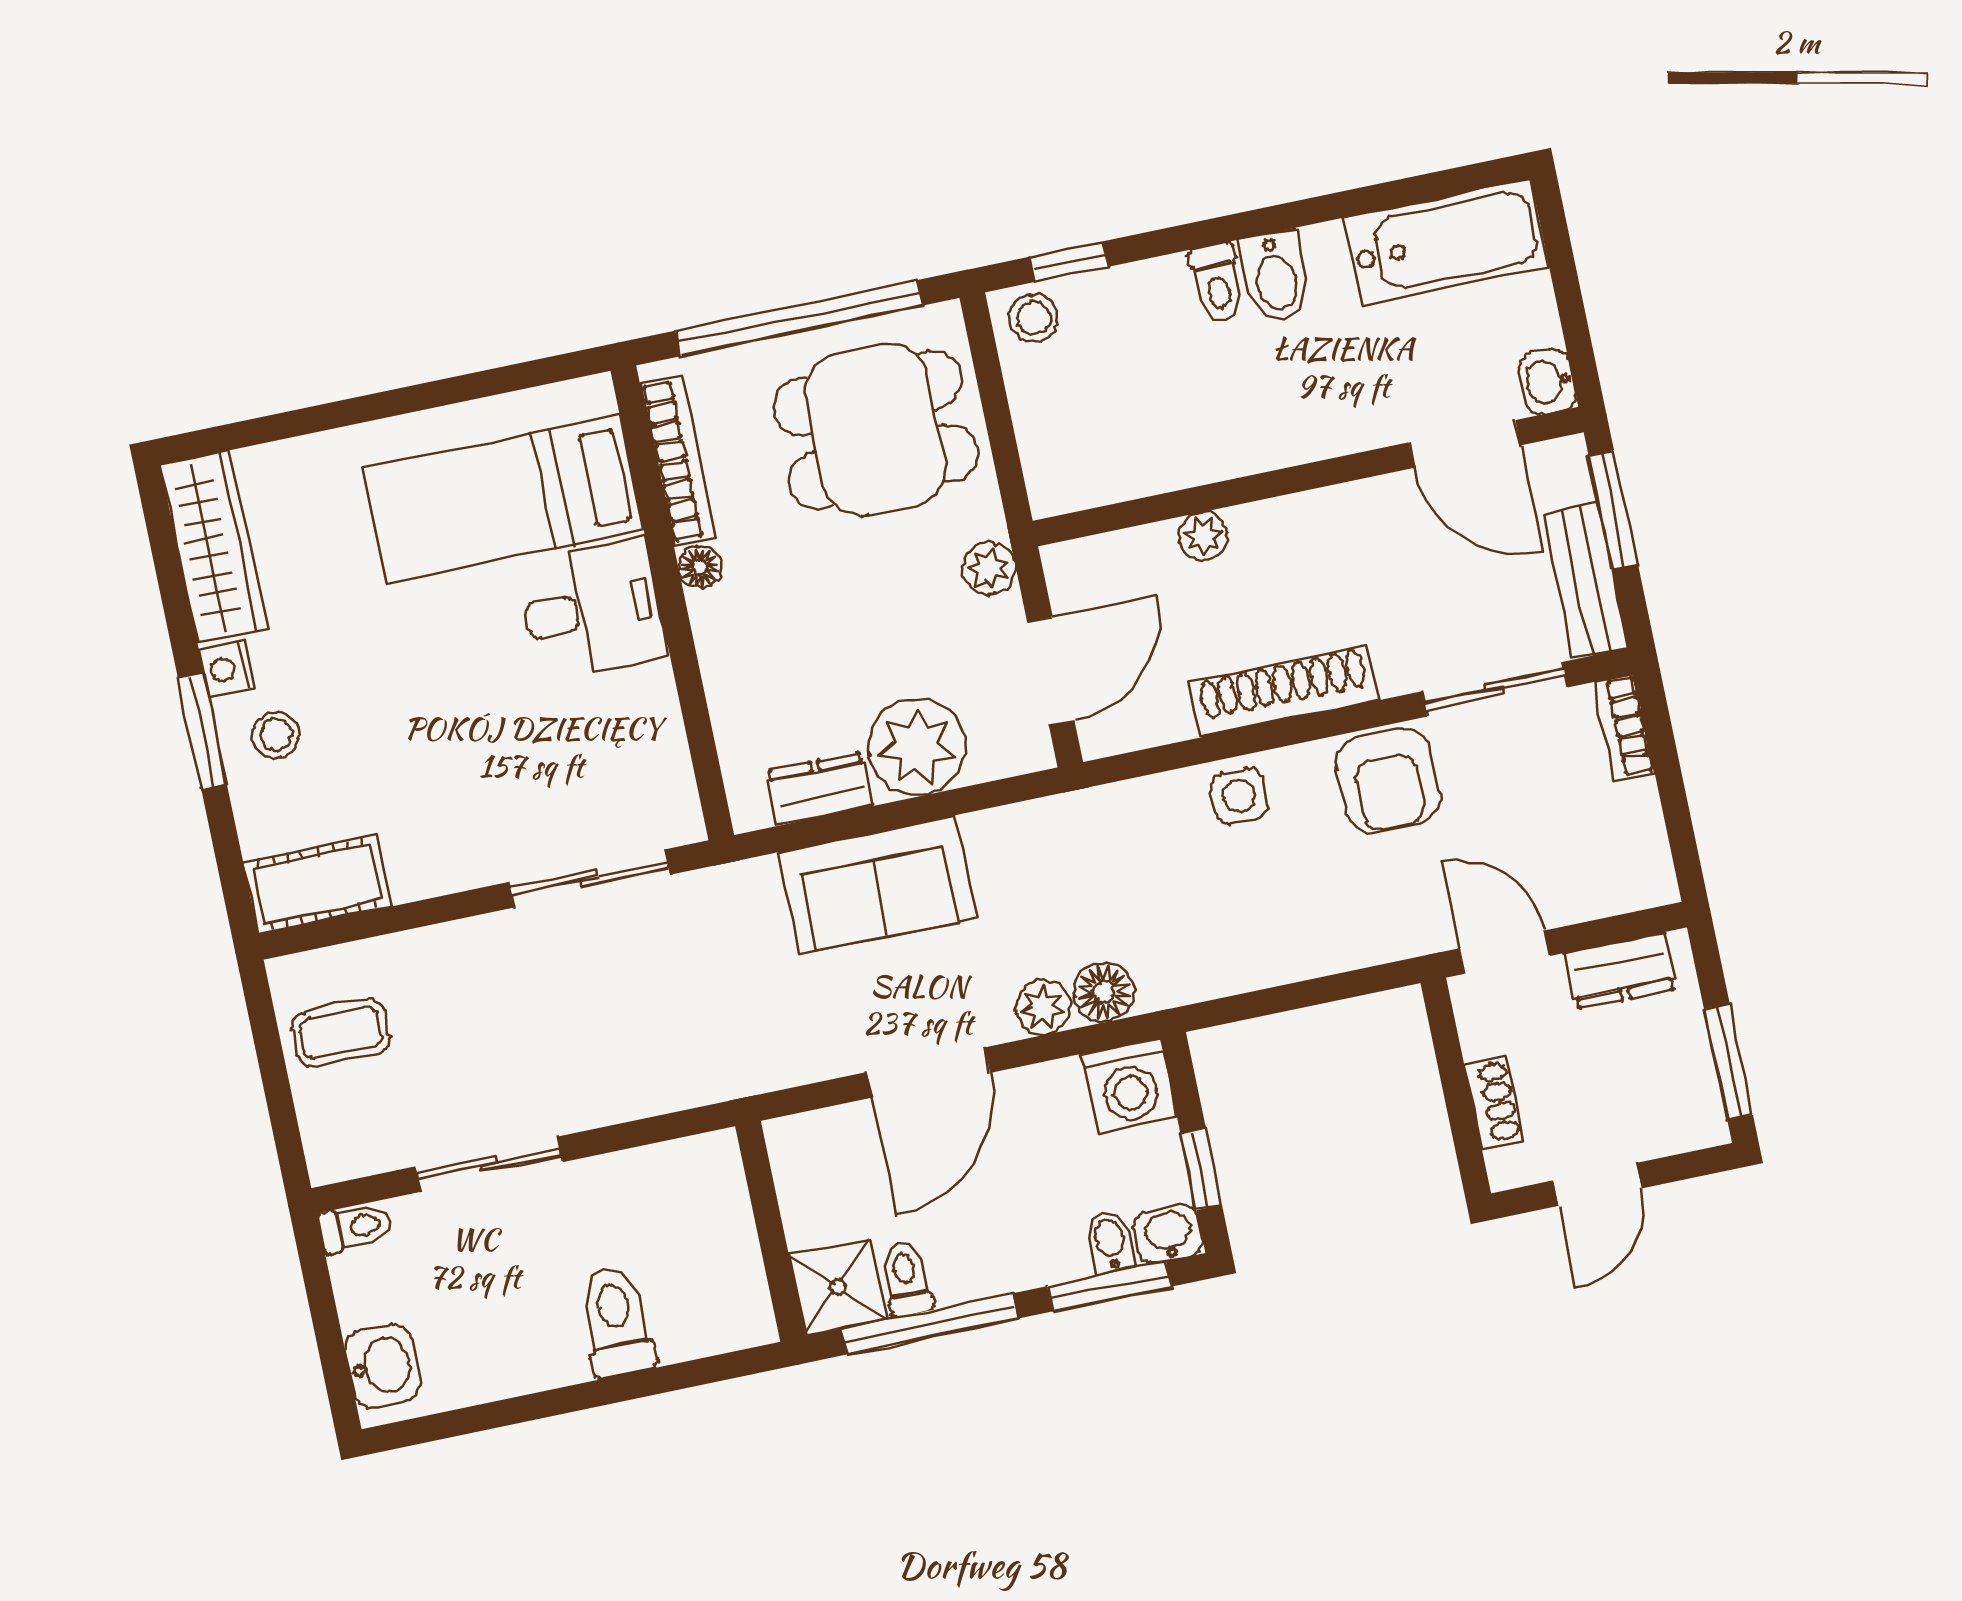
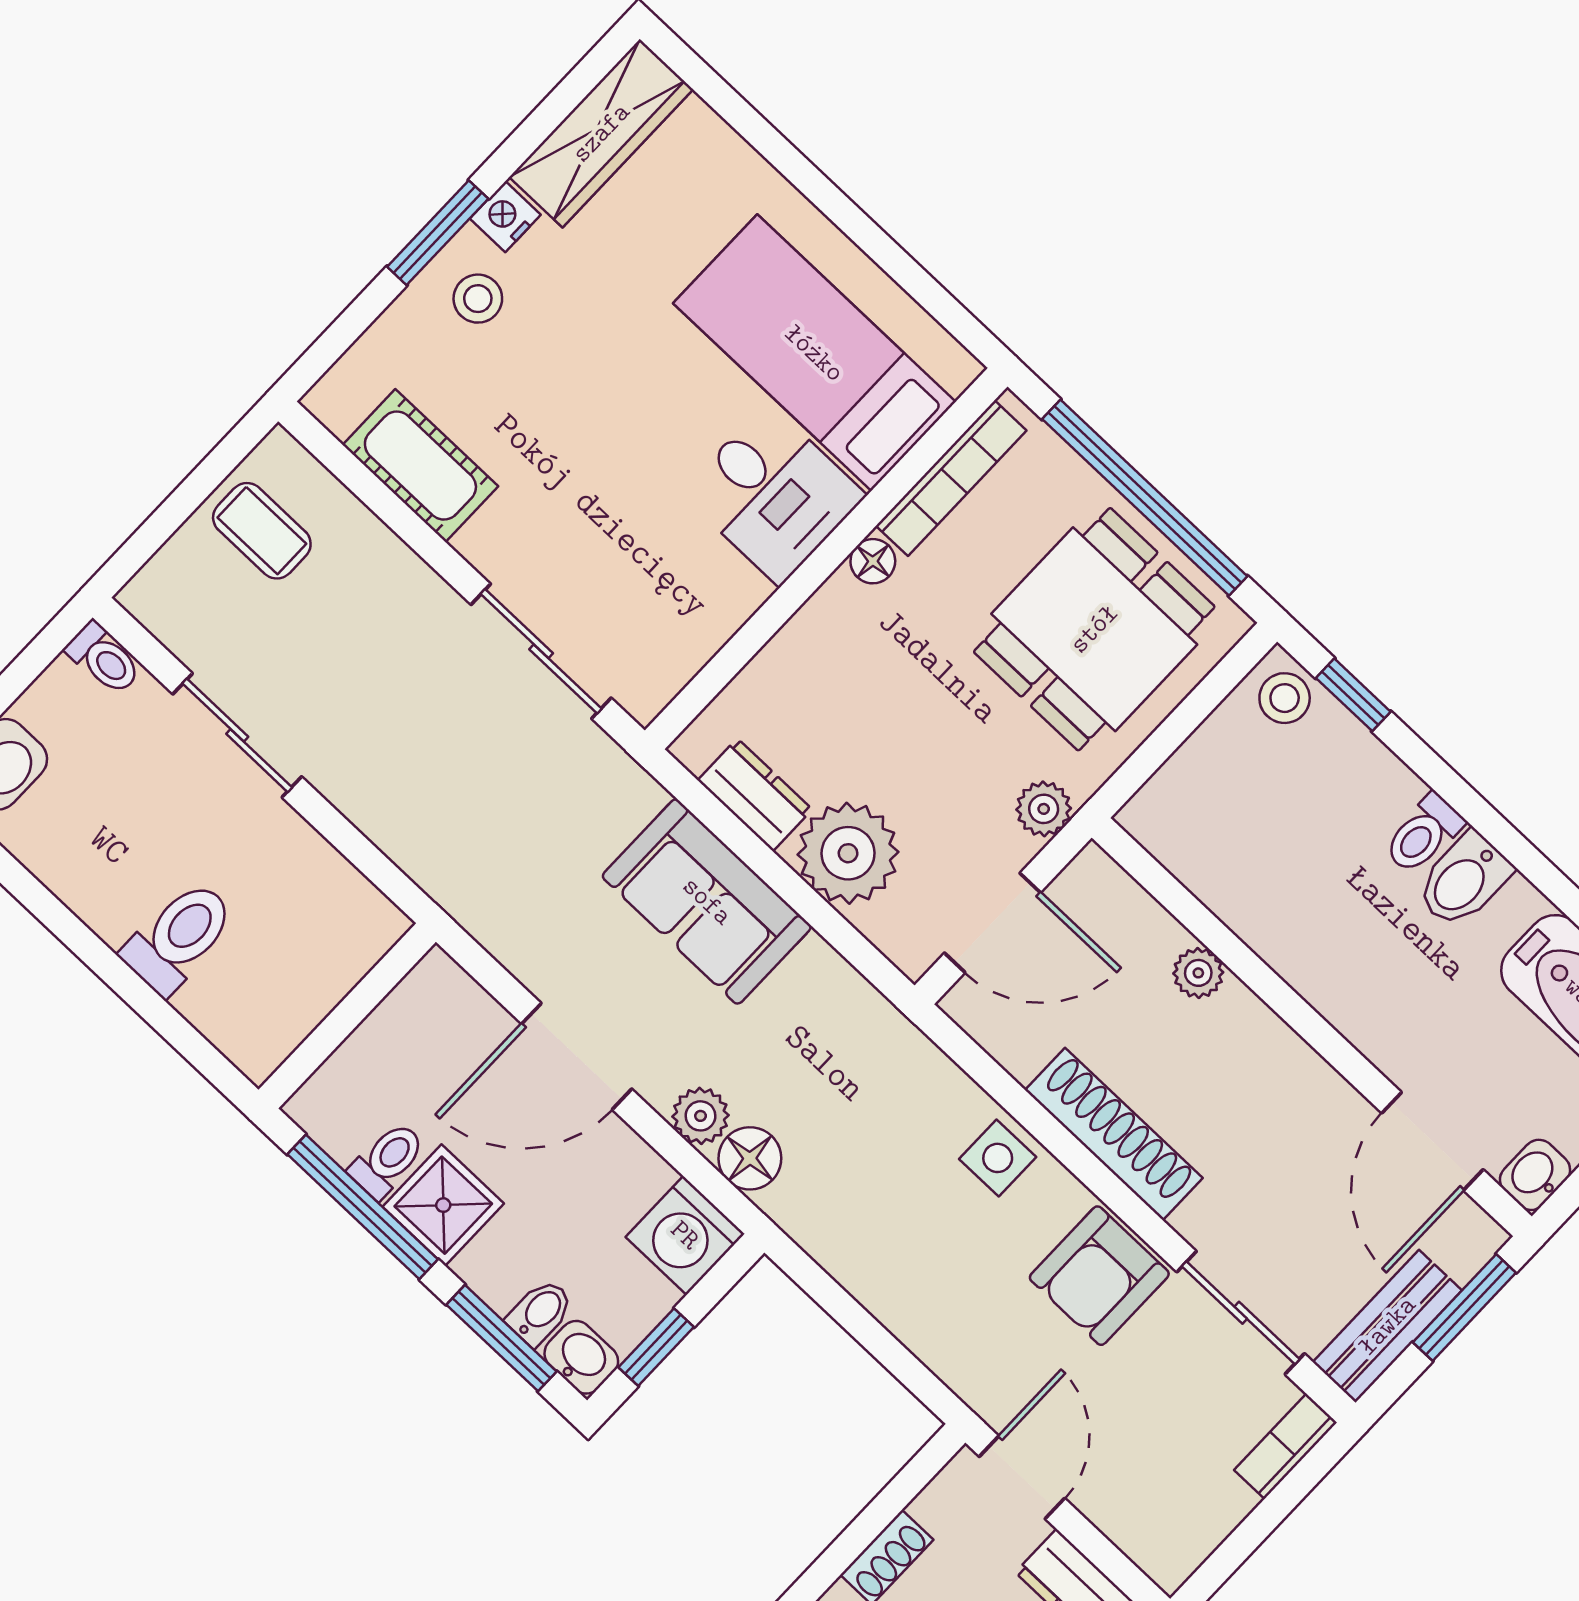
dining table: (875, 430) -> (1094, 629), turned 90
cot: (317, 884) -> (420, 466), moved
shower: (838, 1287) -> (443, 1205), moved

